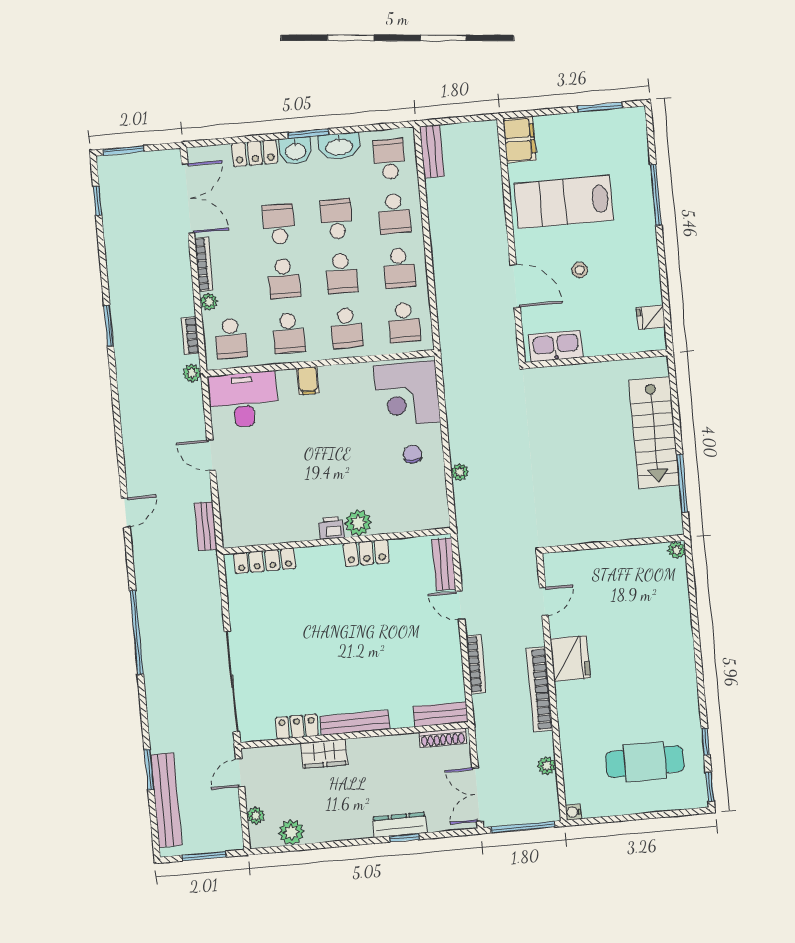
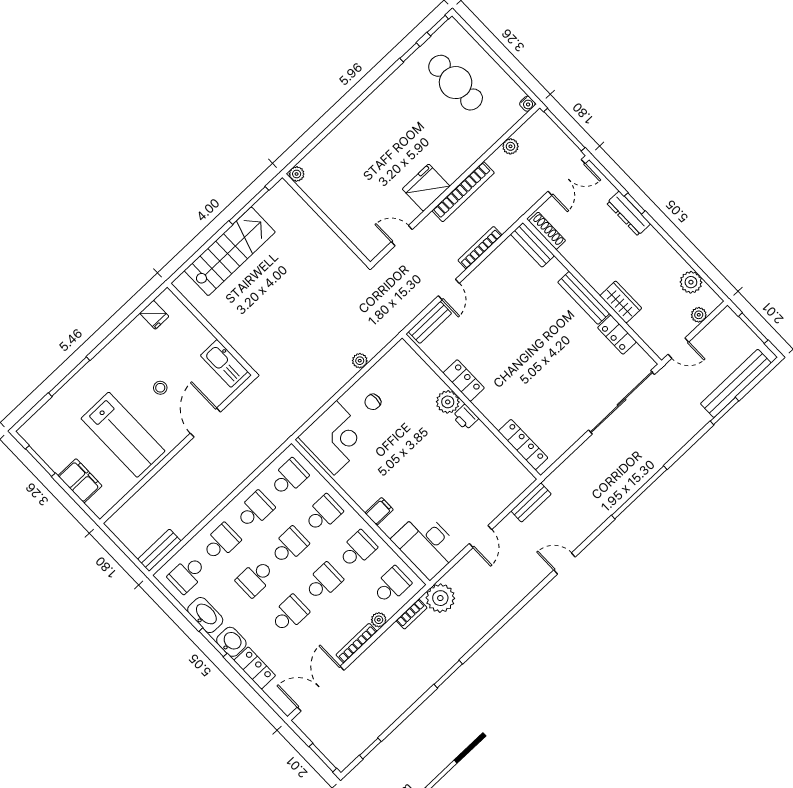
filing cabinet: (519, 140) -> (80, 481), moved, turned 90
school desk: (279, 224) -> (290, 614), turned 180
plant: (192, 373) -> (440, 598), width x1.88, depth x1.88

